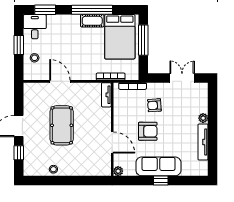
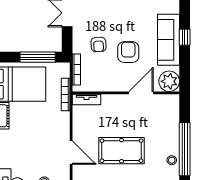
window: (143, 40) -> (38, 57), moved
door: (60, 81) -> (71, 153), swing flipped
plant: (118, 171) -> (169, 81), width x1.88, depth x1.88
window: (63, 181) -> (185, 149), added

